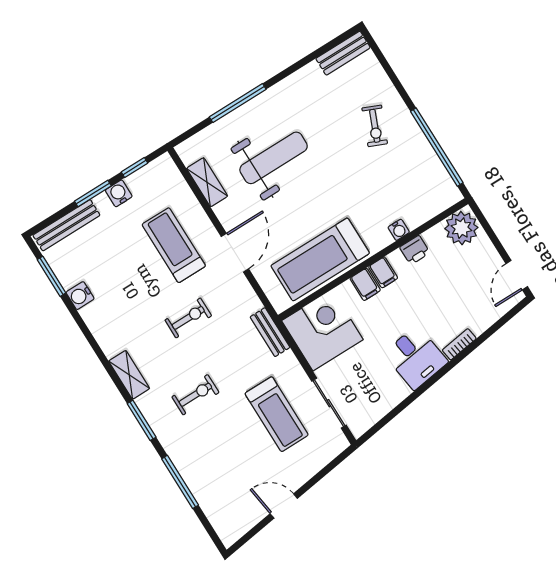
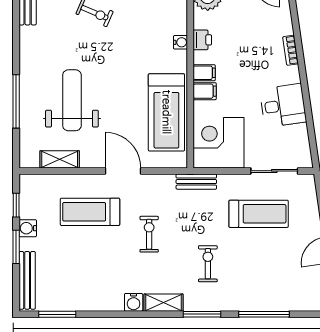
water cooler: (80, 296) -> (134, 302), moved
desk: (416, 358) -> (283, 105), moved

